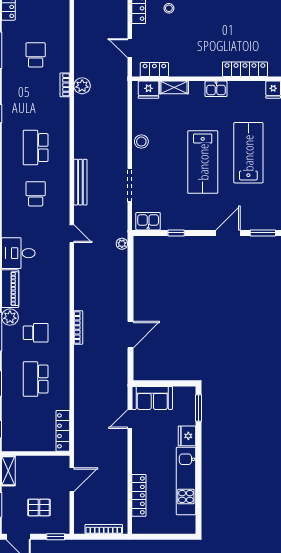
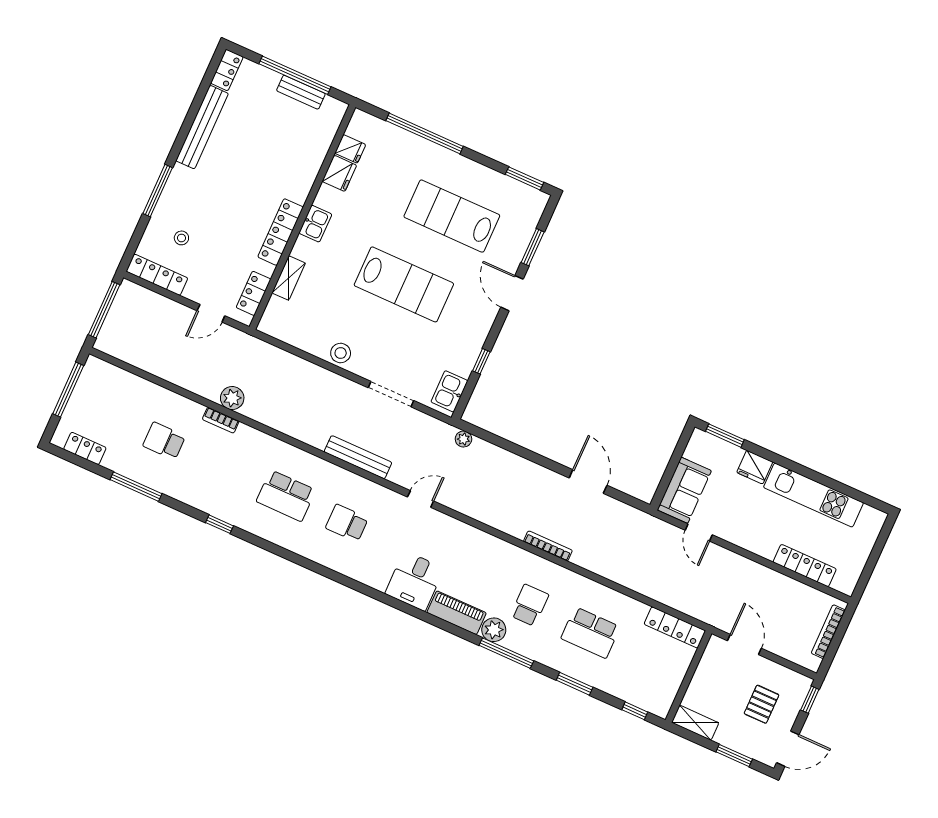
locker: (245, 69) -> (281, 232), moved
fridge: (149, 90) -> (339, 173), moved
lab bench: (248, 153) -> (452, 216), moved

